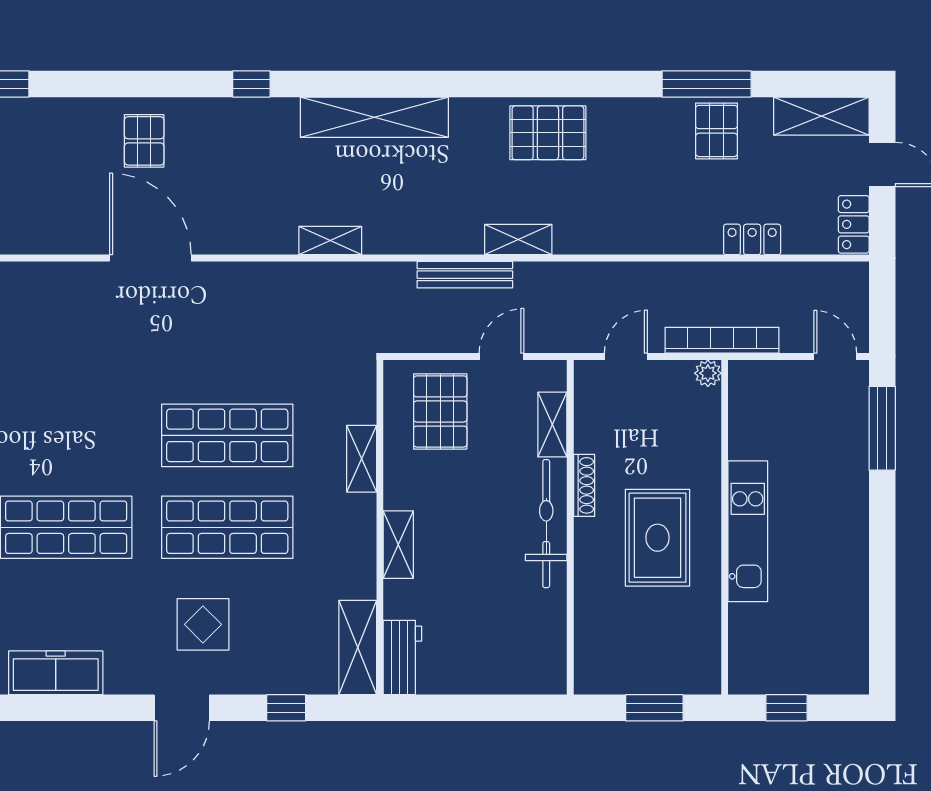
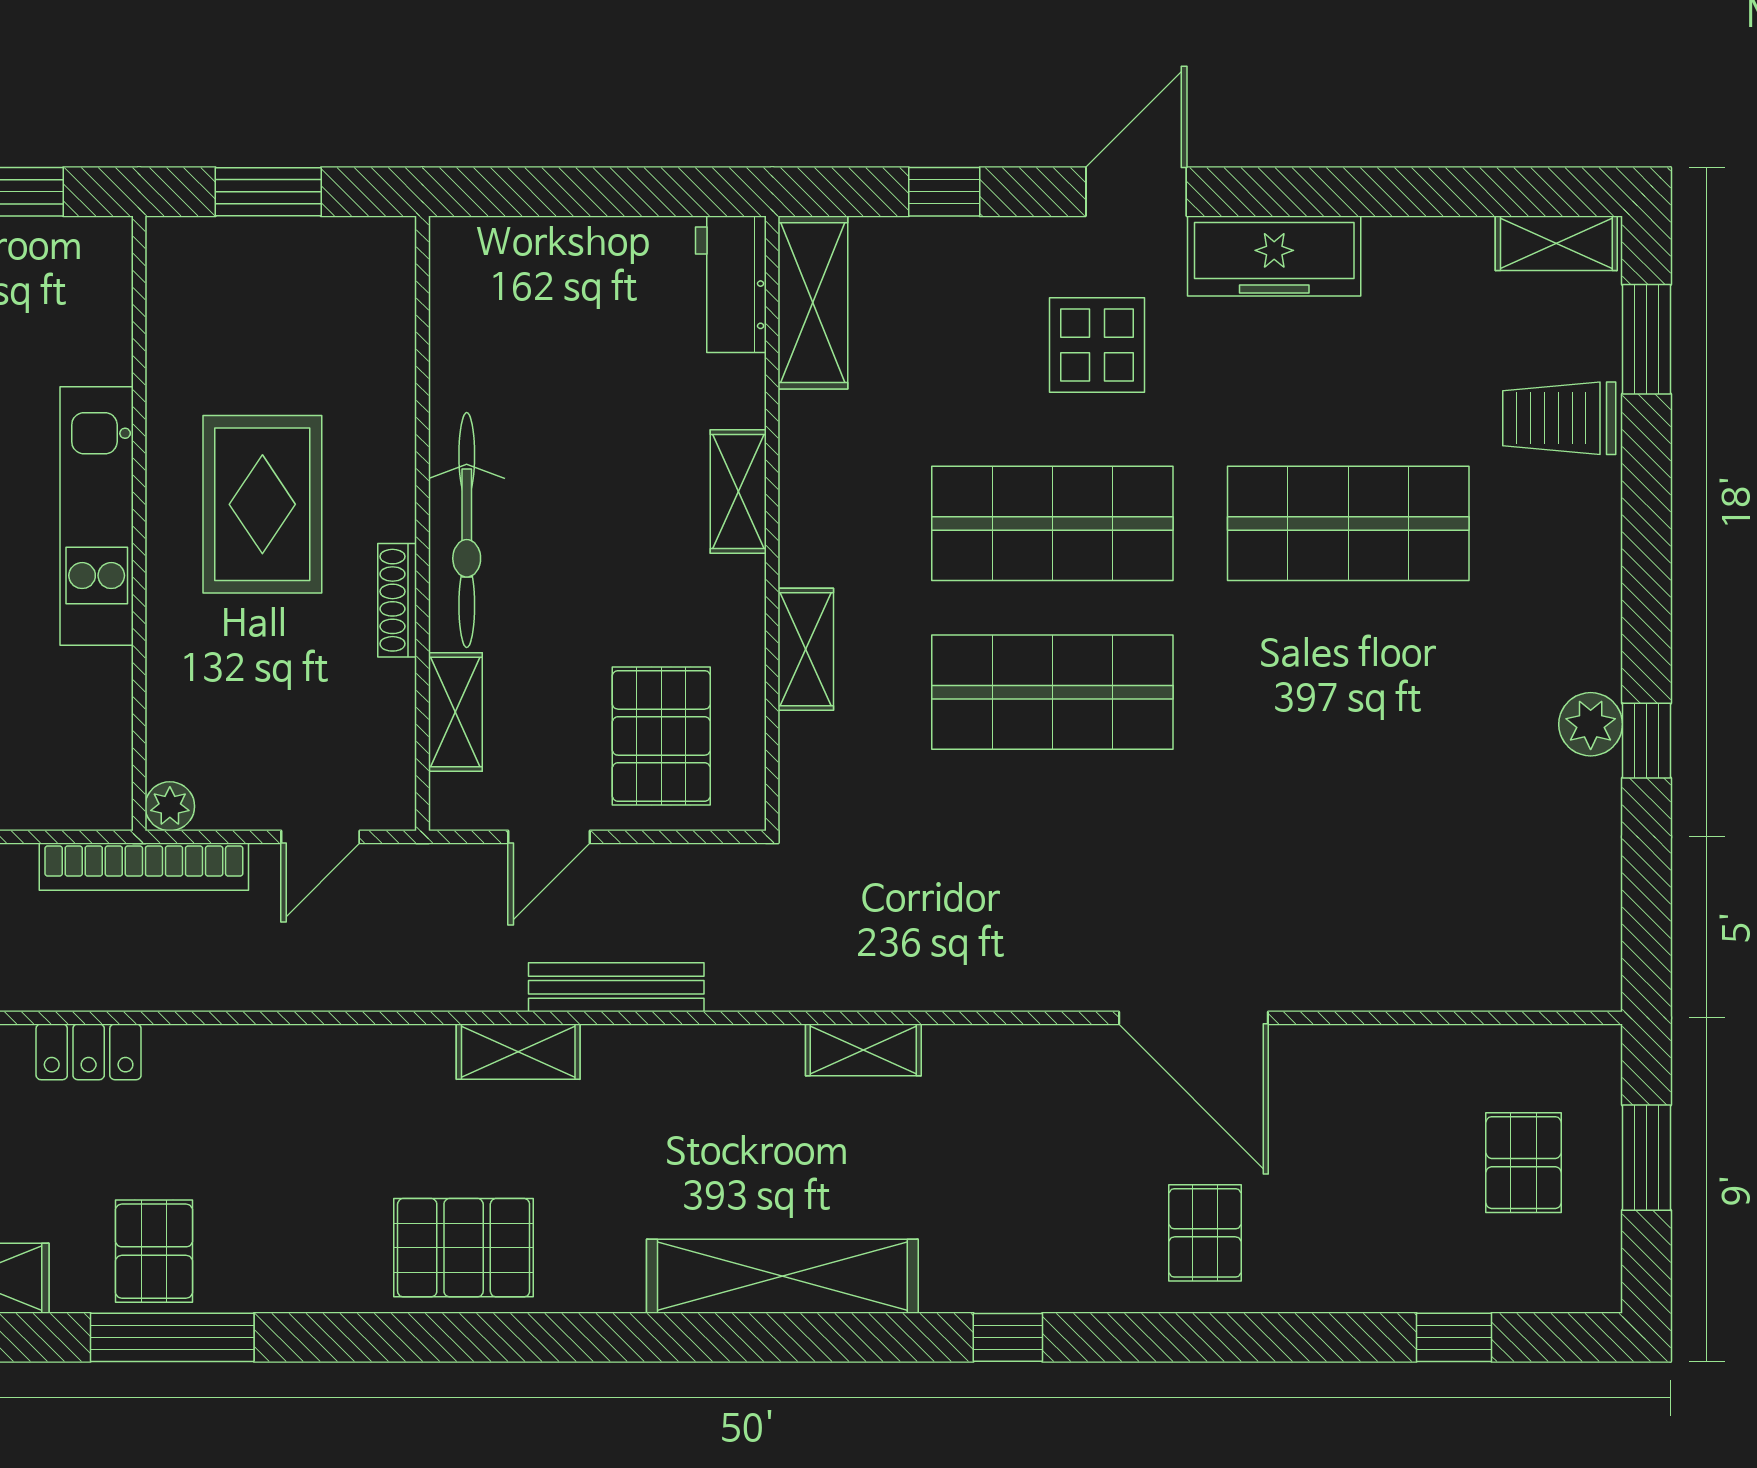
freezer: (56, 673) -> (1274, 256), moved

